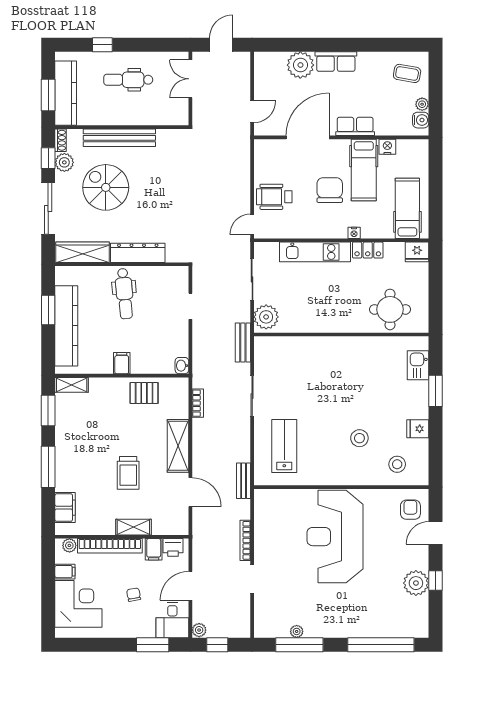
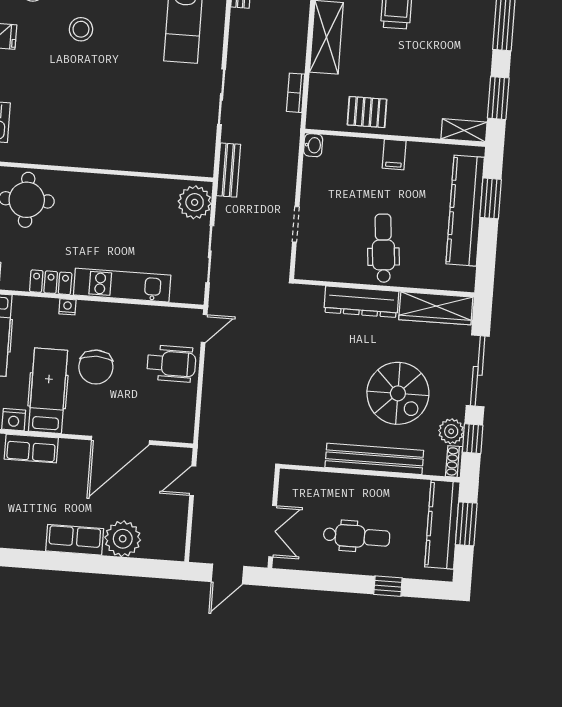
row of seats: (355, 126) -> (31, 449), moved
window: (48, 310) -> (491, 198), moved

